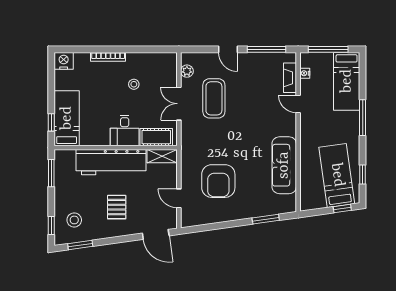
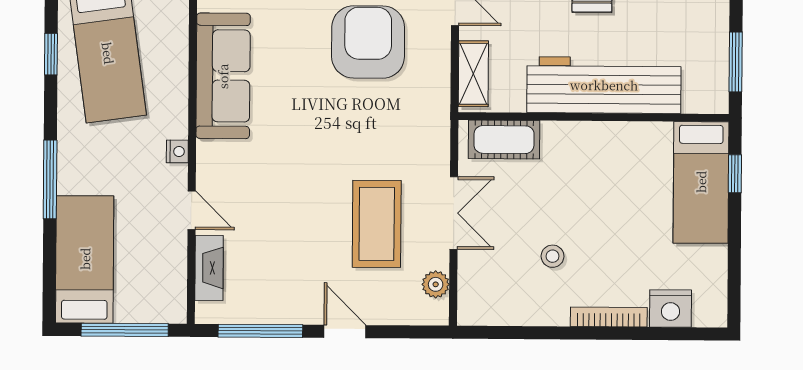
nightstand: (64, 61) -> (671, 309), moved
nightstand: (305, 73) -> (177, 151), moved
desk: (125, 131) -> (573, 155), removed
shelving: (162, 156) -> (473, 74), moved, turned 90

